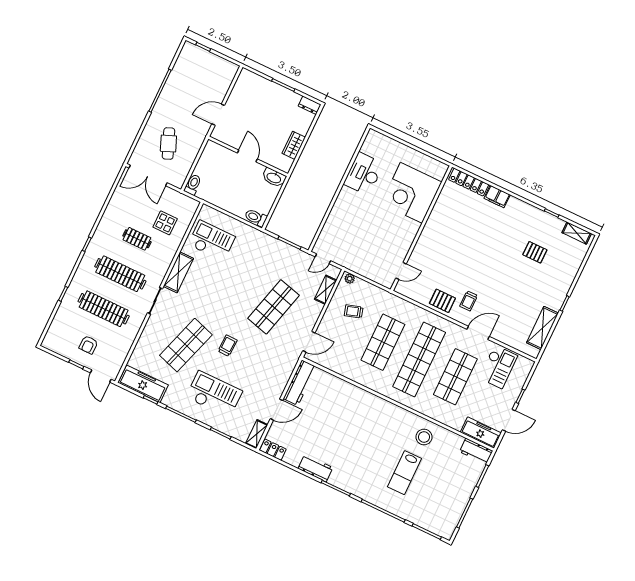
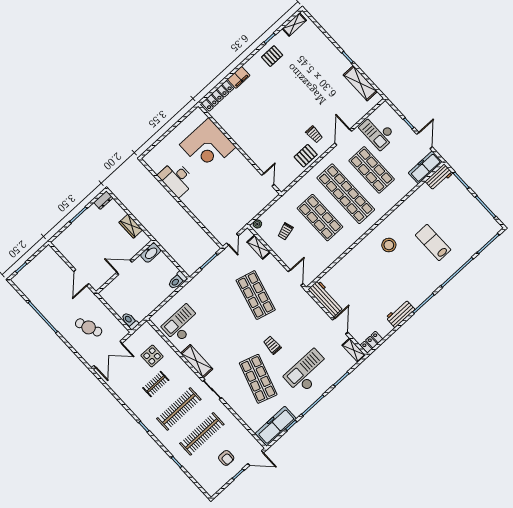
pallet: (535, 252) -> (272, 56), moved
checkout: (498, 367) -> (377, 132), turned 180
stool: (424, 437) -> (389, 245), moved
lab bench: (404, 473) -> (433, 242), turned 180

